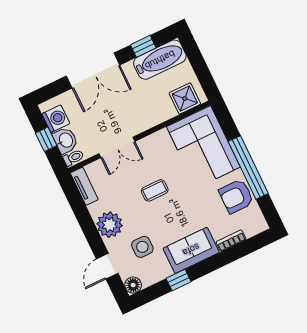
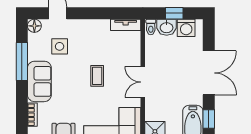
double door: (93, 70) -> (209, 73), swing flipped
double door: (117, 147) -> (143, 82), moved
plant: (110, 225) -> (88, 30), removed
window: (179, 280) -> (22, 61), width x2.17

